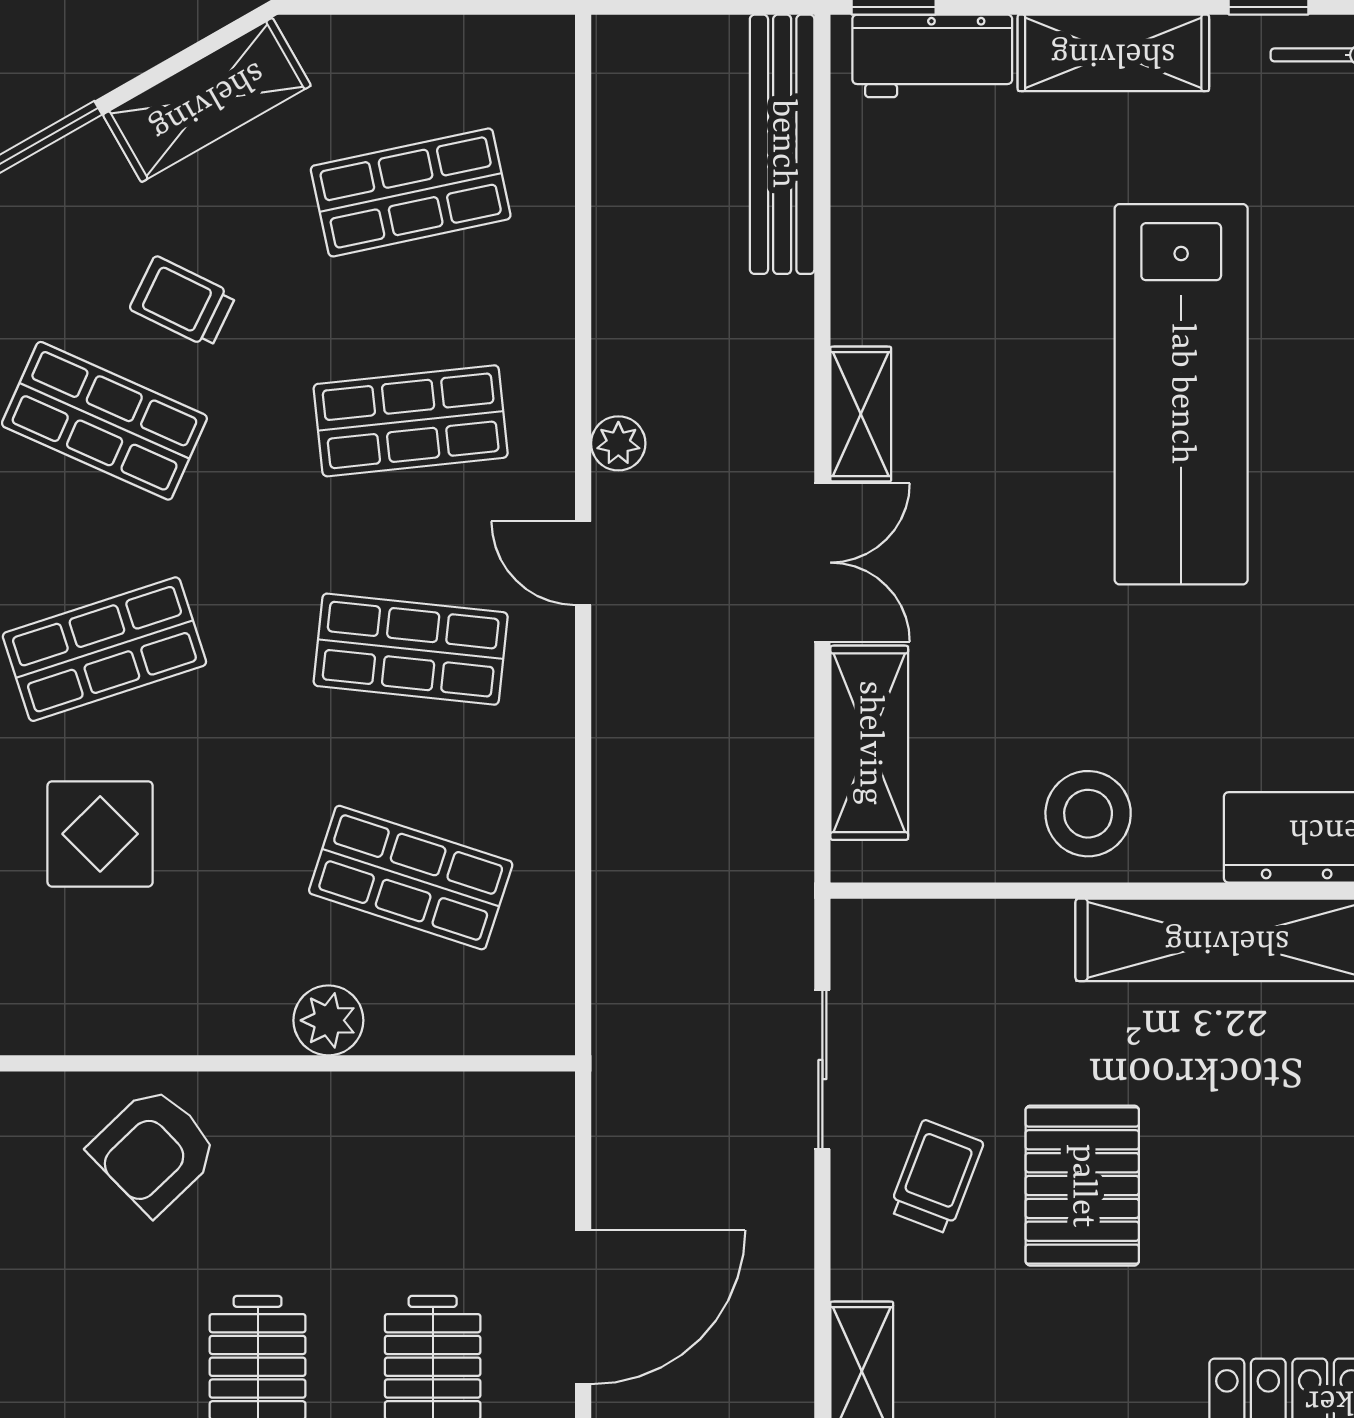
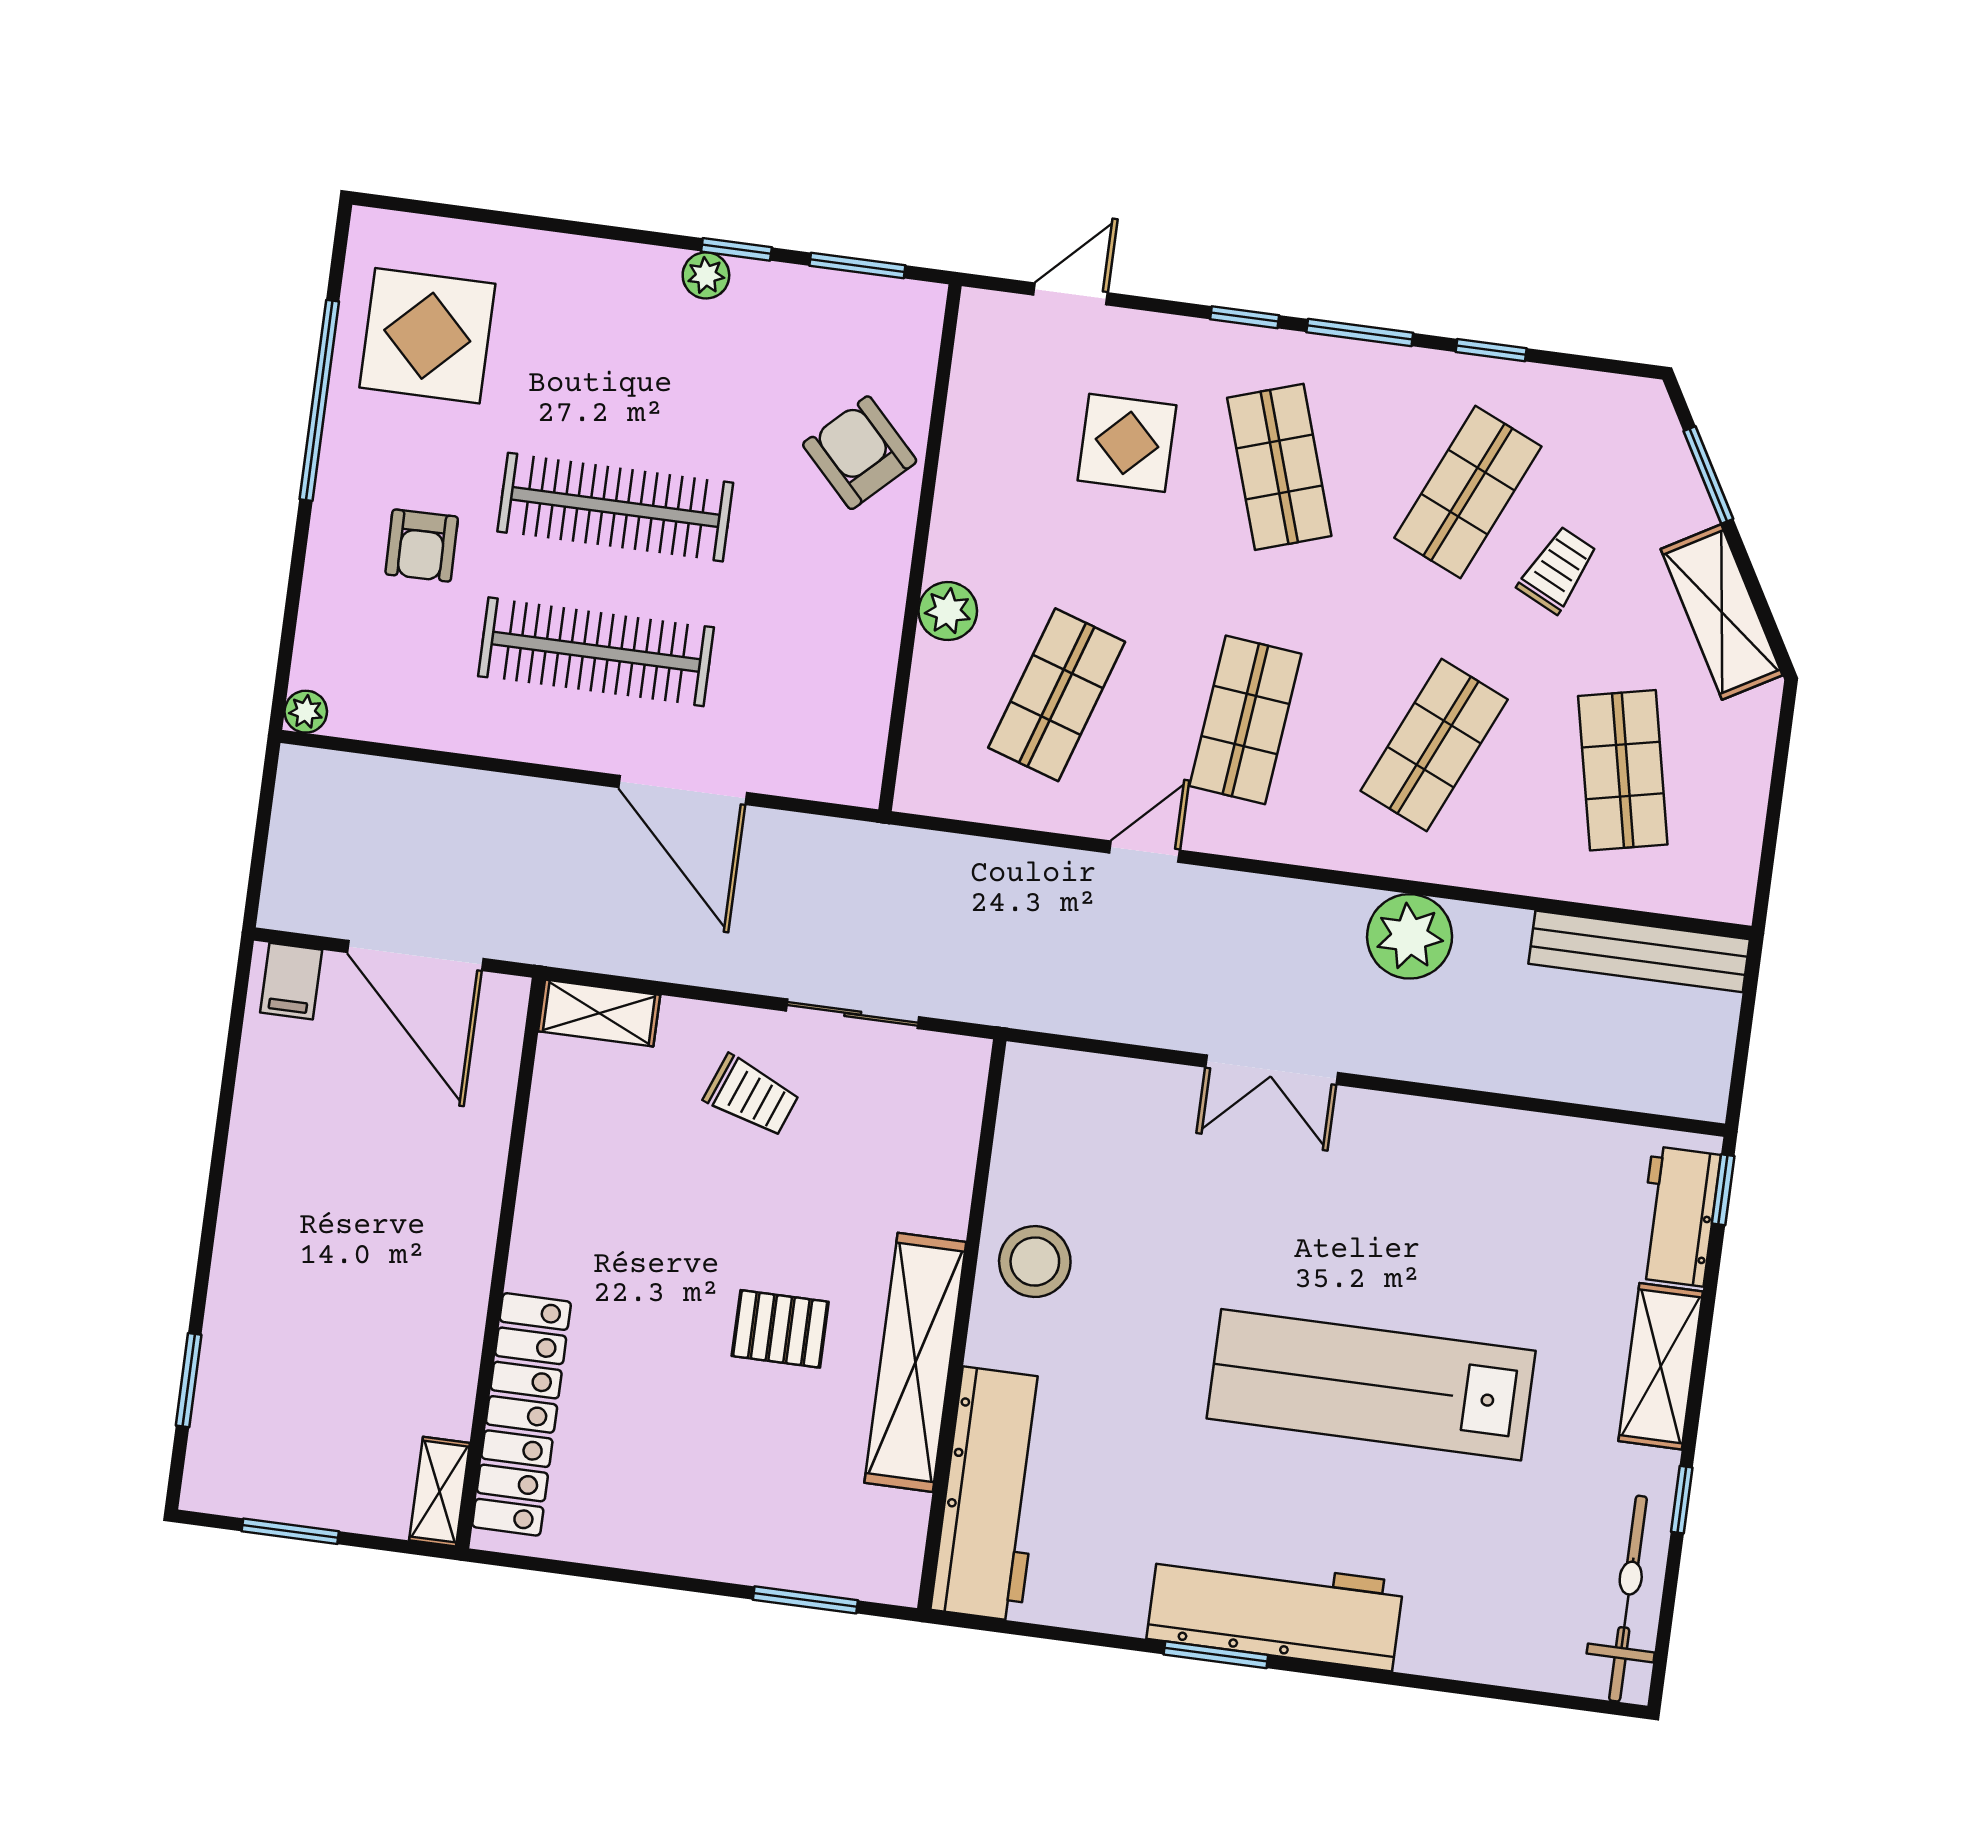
bench: (782, 144) -> (1639, 951), moved
shelving: (861, 414) -> (1390, 1118), removed
shop shelf: (411, 421) -> (1434, 745), turned 30
plant: (618, 443) -> (1410, 936), width x1.87, depth x1.87
door: (583, 563) -> (1145, 852), moved
shelving: (869, 743) -> (1118, 1089), removed
pallet: (1082, 1186) -> (780, 1329), moved, width x0.67, depth x0.71

